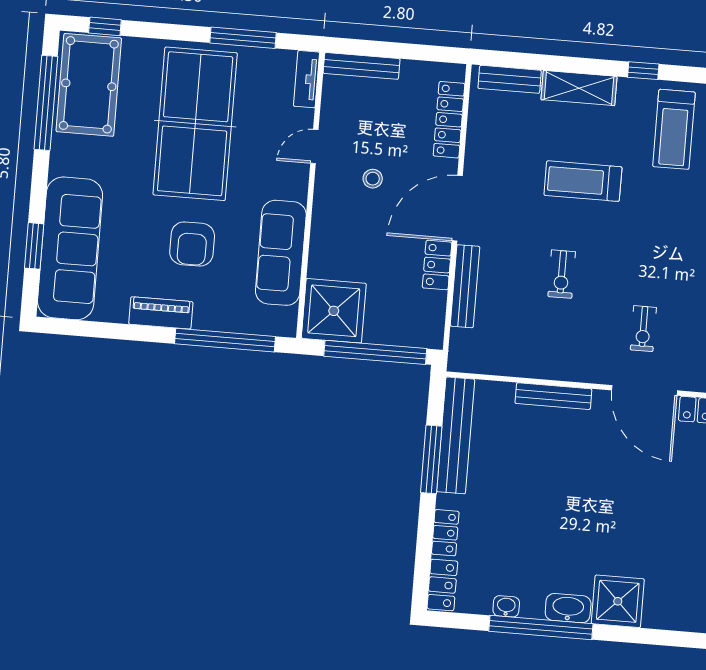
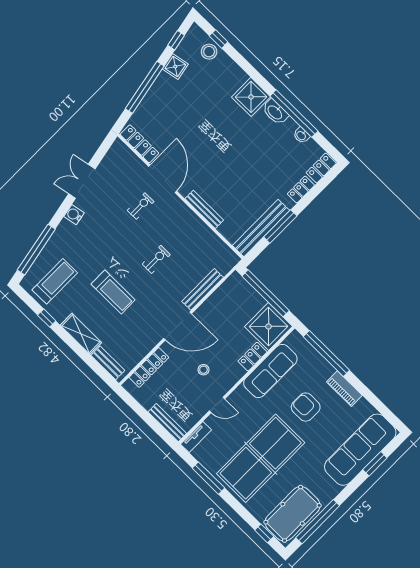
armchair: (192, 244) -> (306, 407), turned -90
locker: (437, 265) -> (252, 357), moved, turned 180

